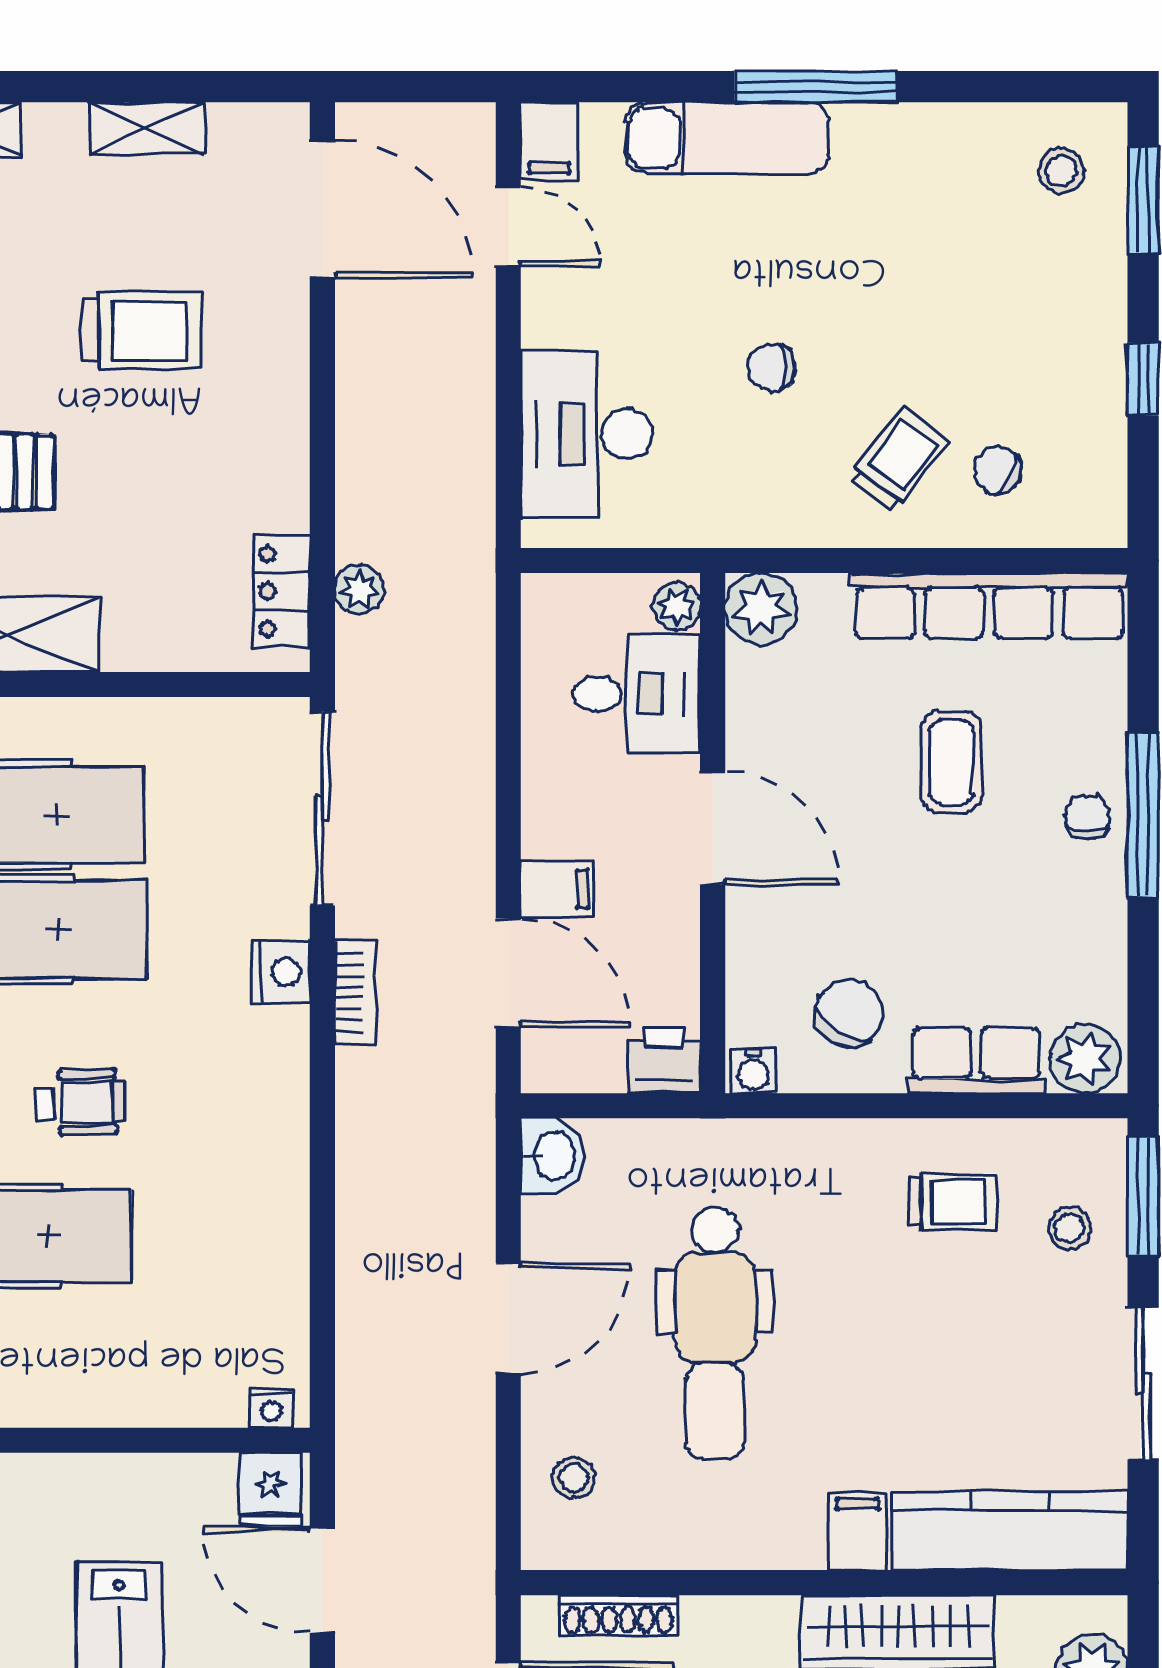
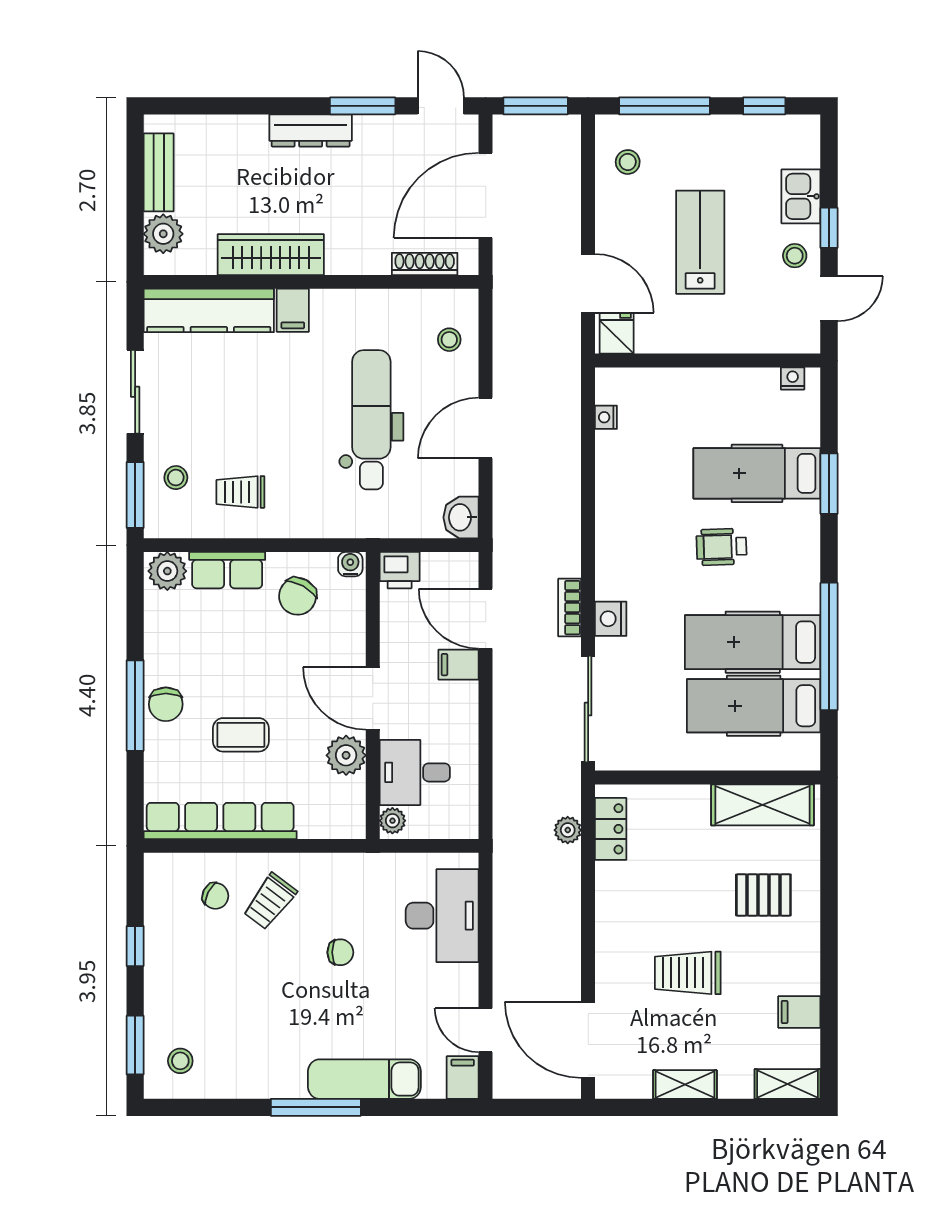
plant: (761, 609) -> (346, 755), moved
coffee table: (952, 762) -> (241, 735), turned 90
chair: (1088, 817) -> (166, 704), width x1.37, depth x1.37
nightstand: (271, 1408) -> (606, 417), moved, turned -90

